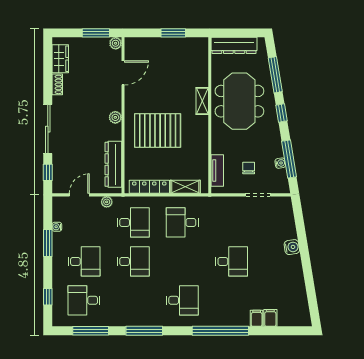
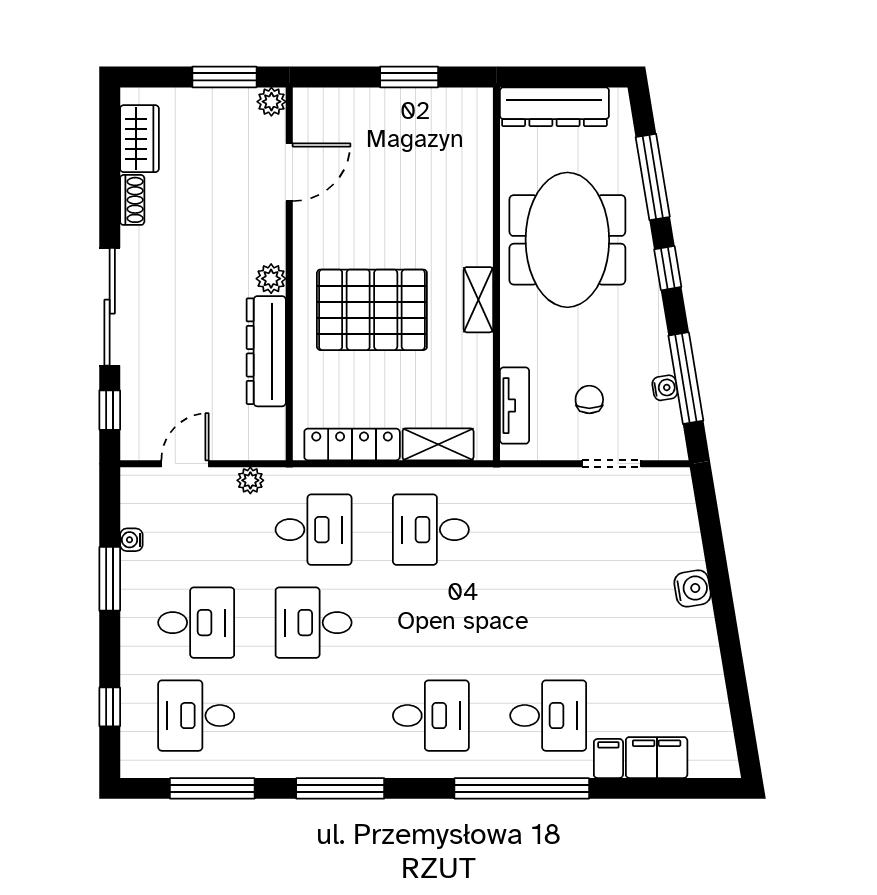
shelving: (202, 101) -> (478, 300), moved
dresser: (113, 164) -> (266, 351), moved
desk: (133, 261) -> (314, 623), turned 180
desk: (231, 261) -> (548, 716), moved
filing cabinet: (270, 318) -> (657, 758), width x2.00

